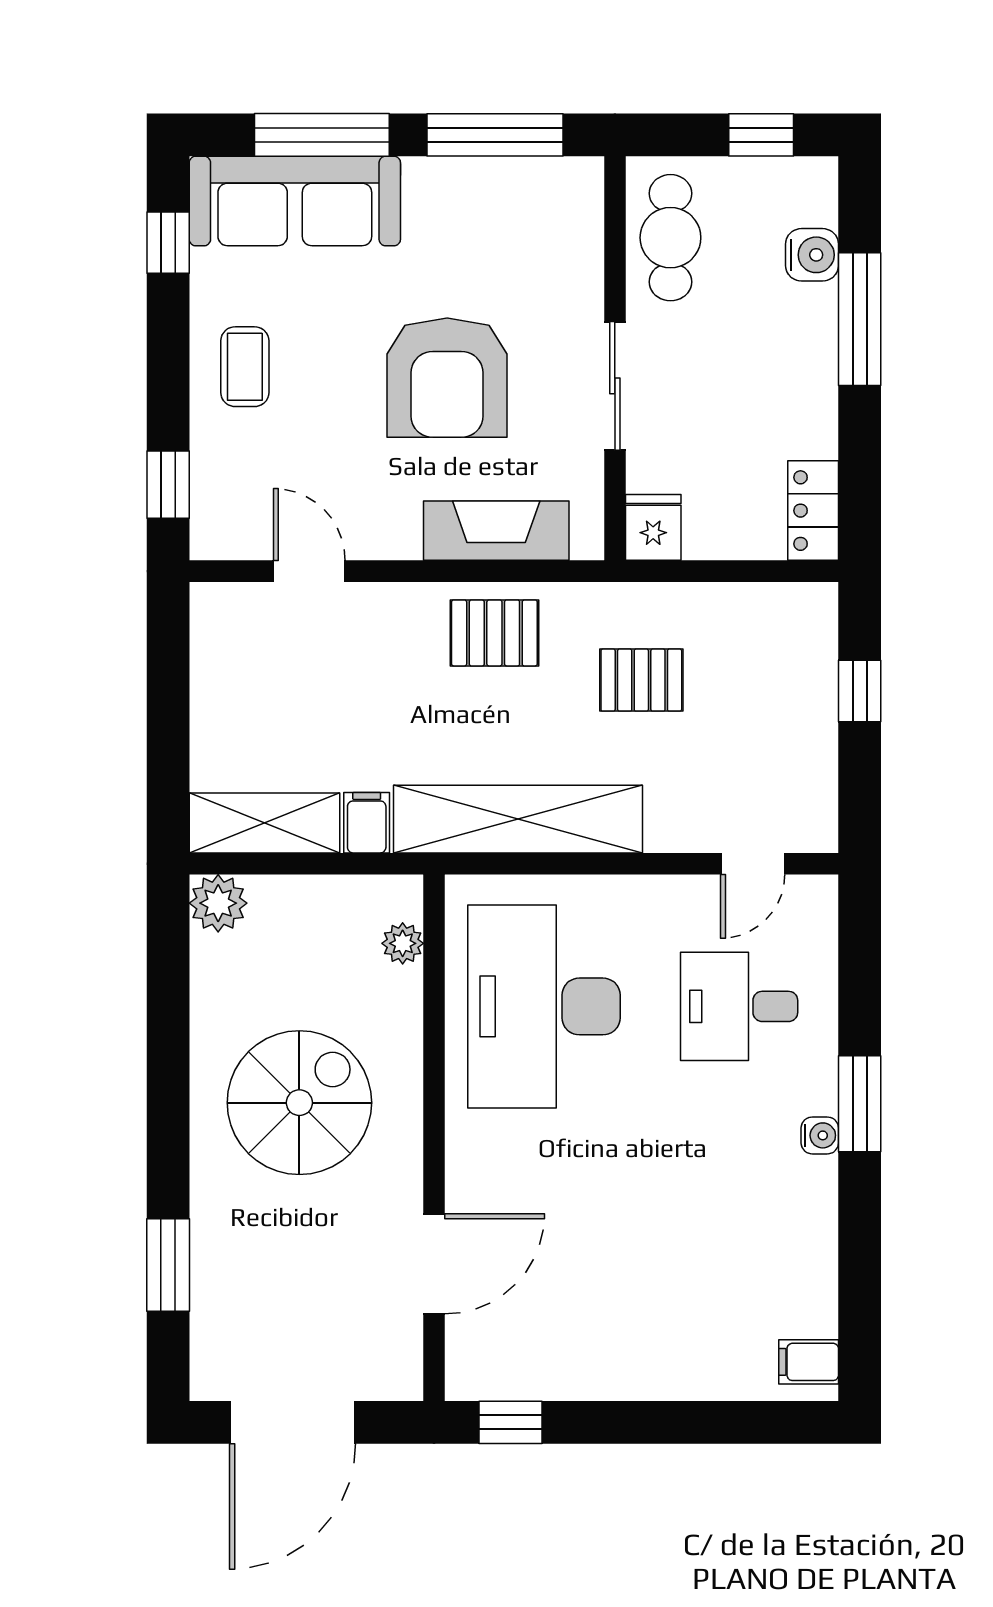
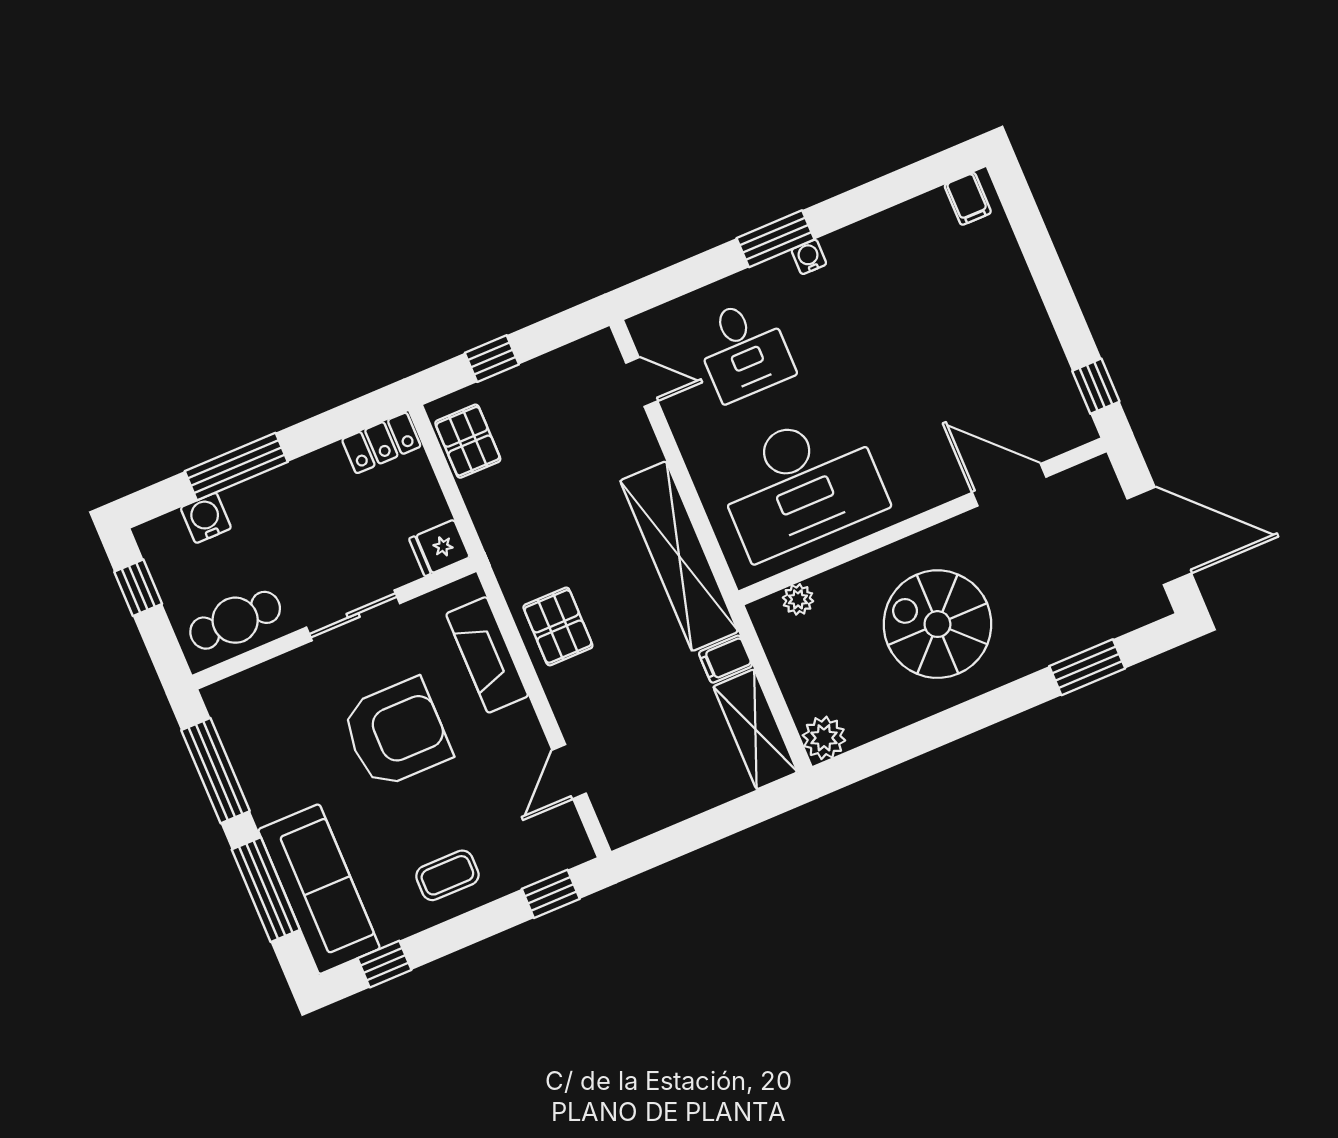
pallet: (641, 680) -> (468, 441), moved

